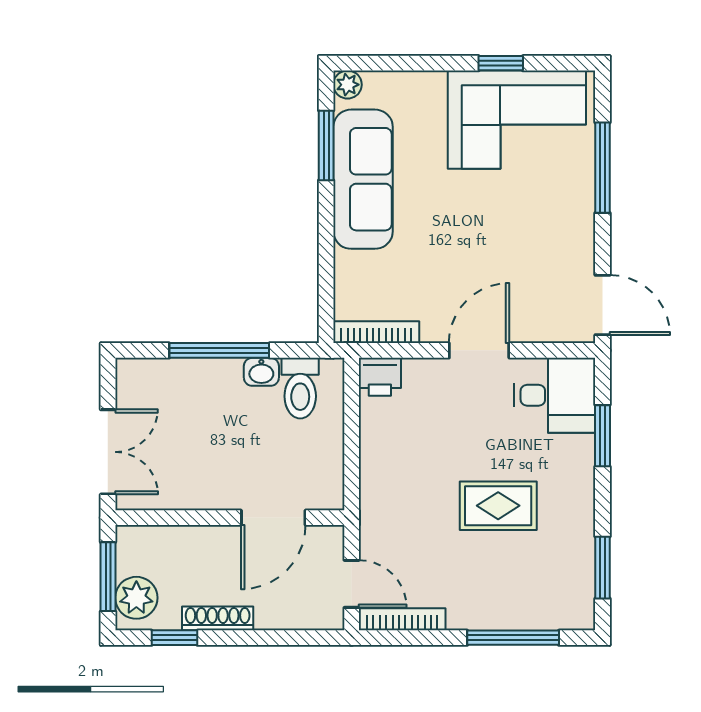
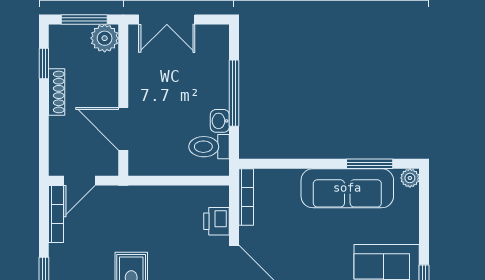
printer: (380, 377) -> (217, 221), moved
plant: (136, 598) -> (105, 38), moved

